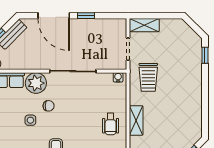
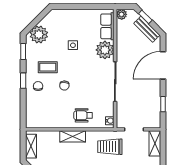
window: (86, 16) -> (163, 104), moved
chair: (49, 106) -> (64, 86), moved
wheelchair: (111, 124) -> (83, 115), moved

